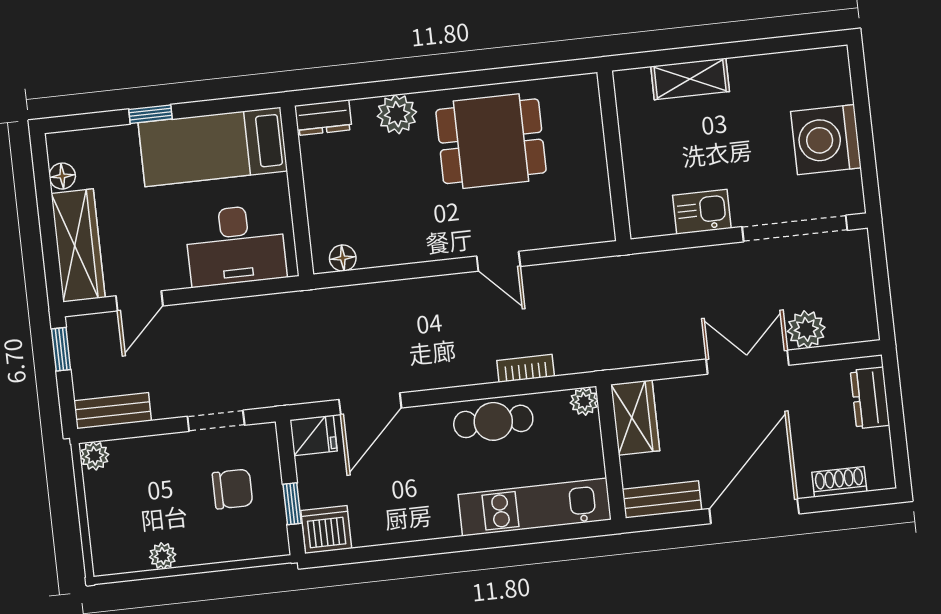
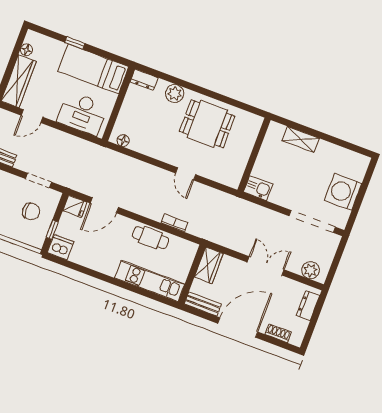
kitchen sink: (702, 212) -> (258, 188), moved
plant: (806, 329) -> (311, 270), moved
plant: (584, 401) -> (191, 248), removed

